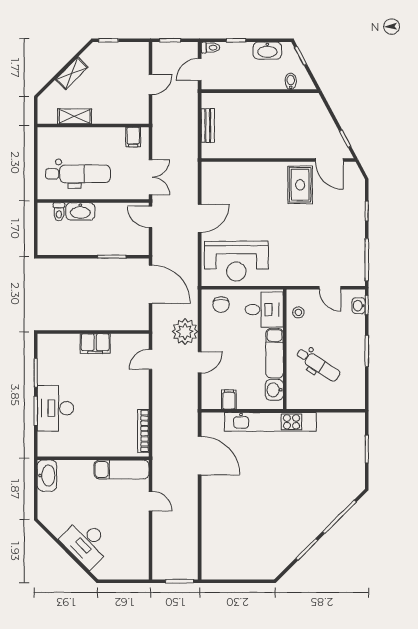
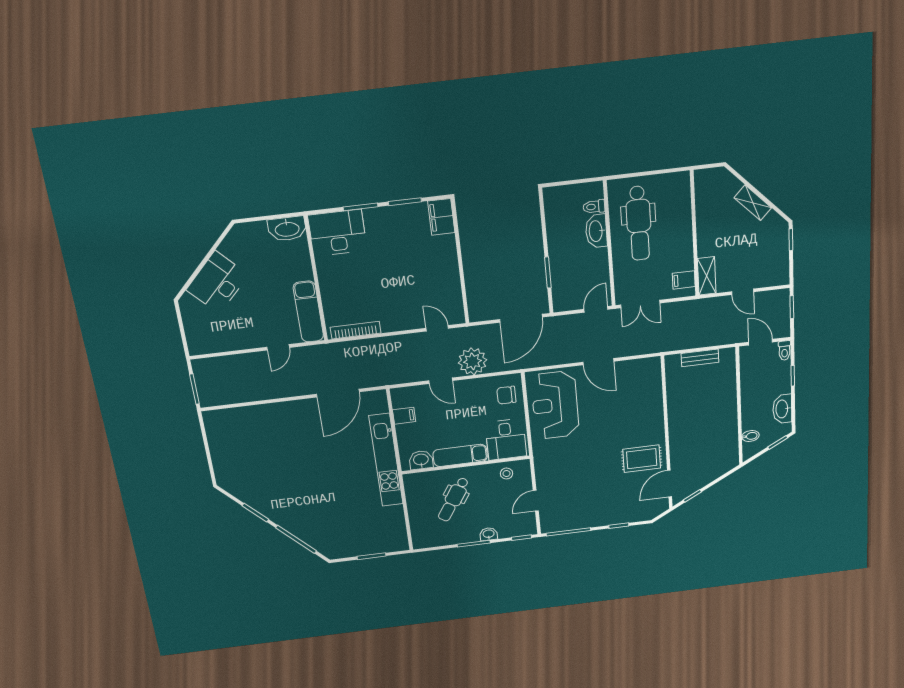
shelving: (74, 116) -> (707, 276), moved
washbasin: (359, 306) -> (489, 534), moved
filing cabinet: (95, 344) -> (441, 217), moved
desk: (55, 408) -> (337, 233), moved

